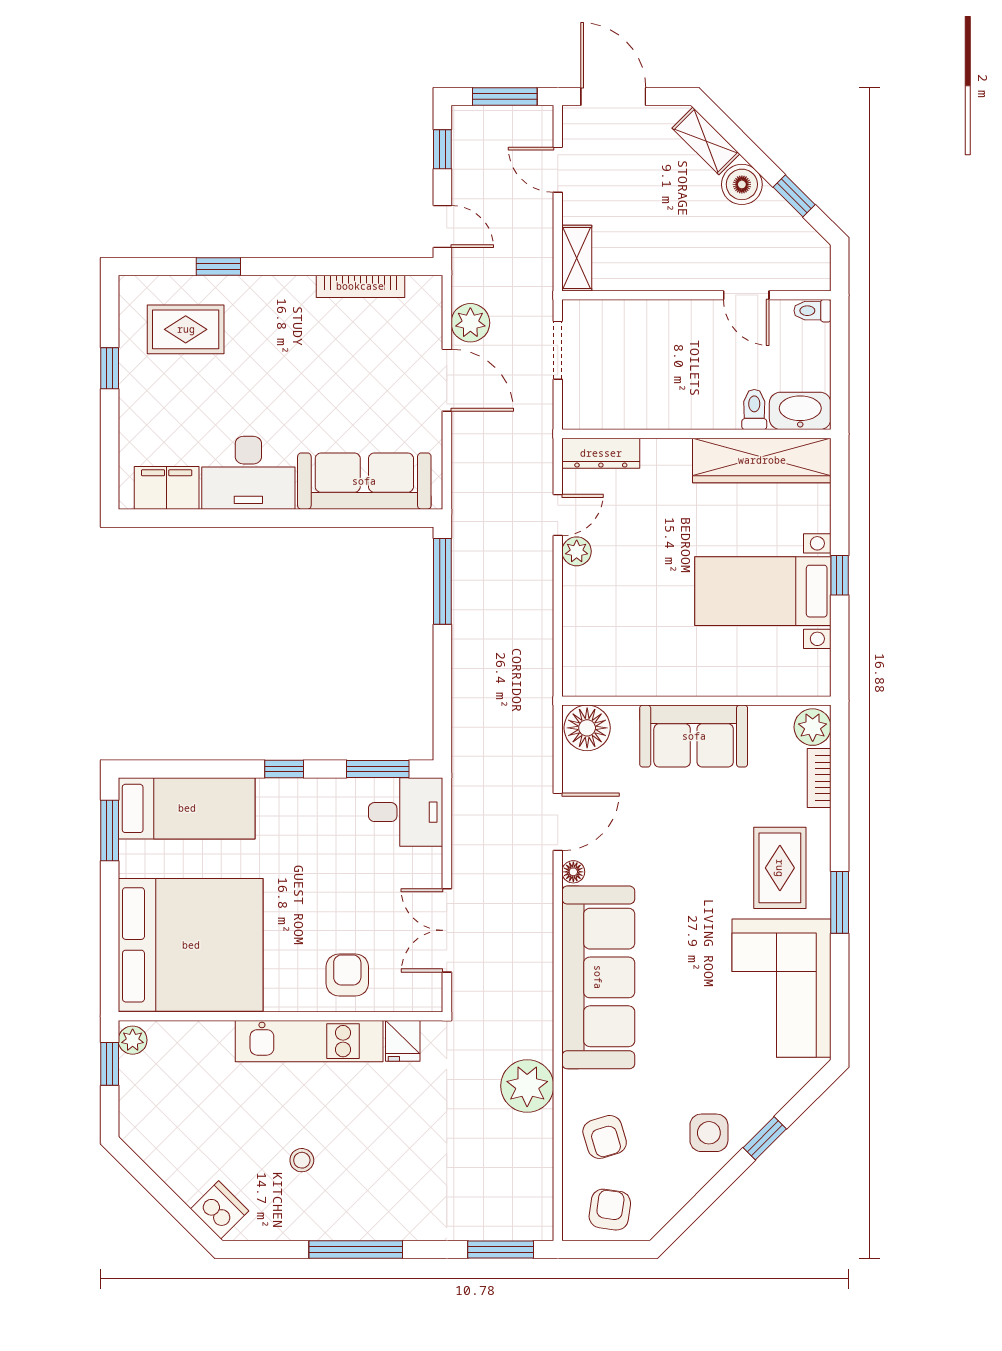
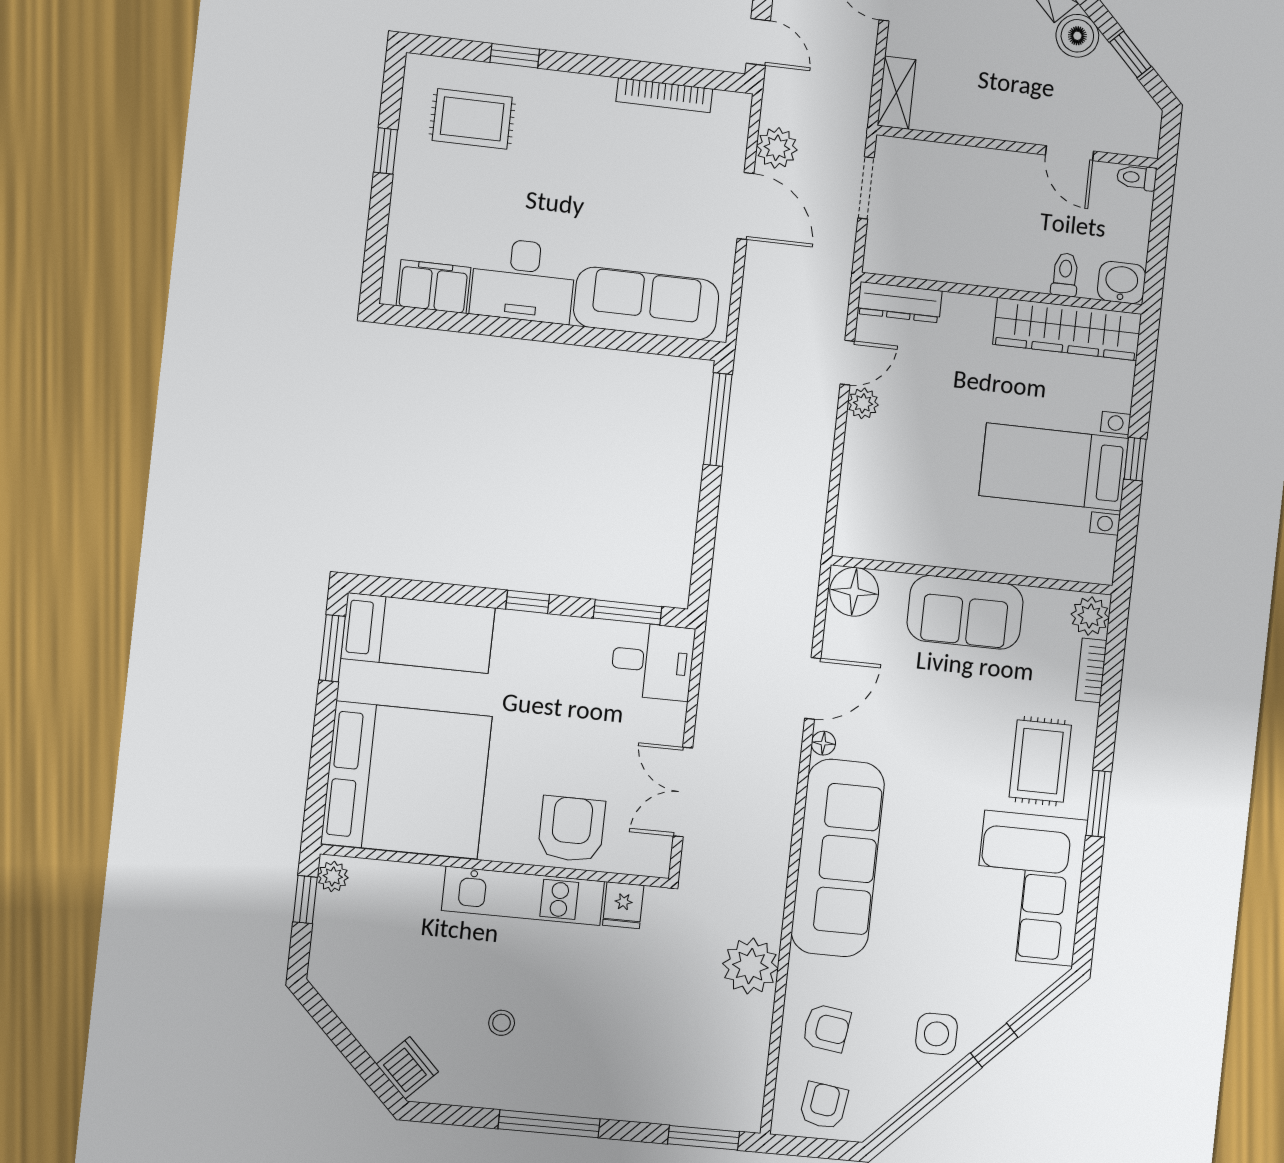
washbasin: (800, 411) -> (1122, 283), width x0.72
armchair: (347, 975) -> (572, 829), width x1.38, depth x1.38
armchair: (605, 1137) -> (826, 1028), turned -65

